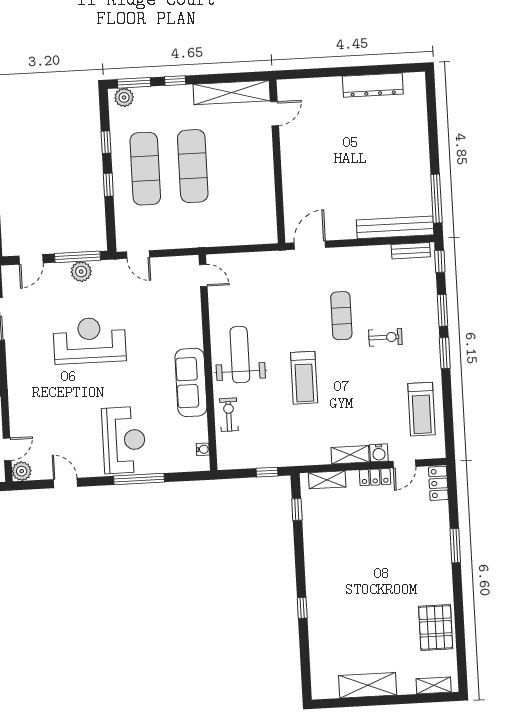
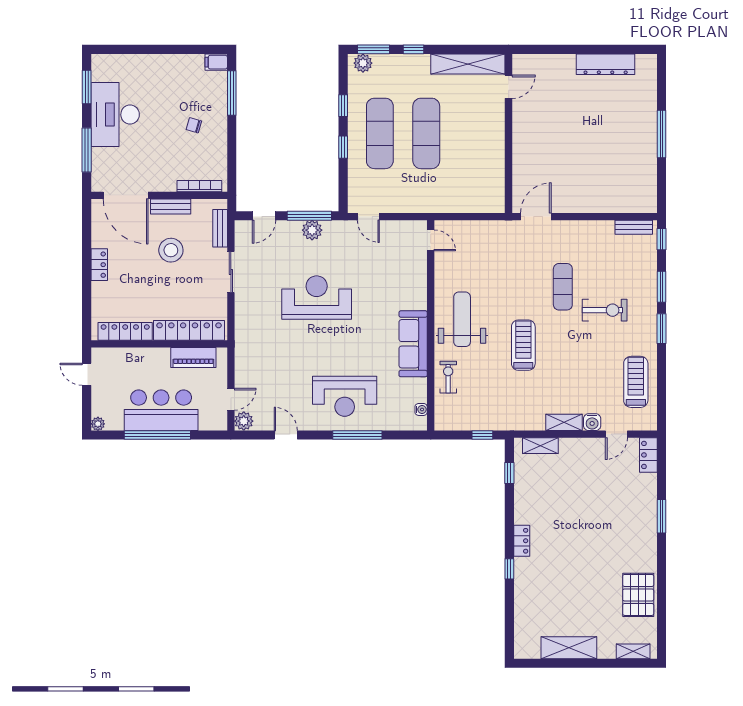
window: (436, 199) -> (662, 134), moved
bench: (395, 227) -> (620, 204), removed
exercise bike: (385, 337) -> (605, 310), width x1.38, depth x1.39
treadmill: (304, 378) -> (523, 345), turned 180
treadmill: (421, 409) -> (636, 382), turned 180
reception desk: (124, 440) -> (345, 396), turned 90
locker: (375, 477) -> (522, 541), moved, turned -90

